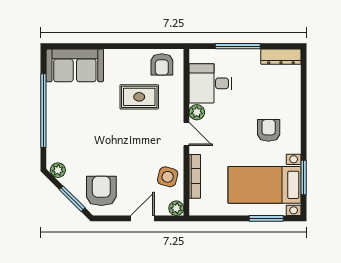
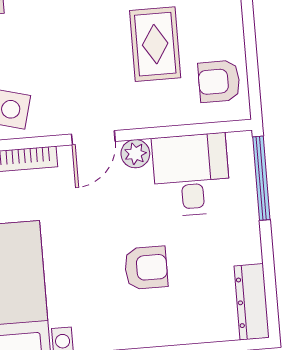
window: (238, 46) -> (261, 178), moved
armchair: (269, 130) -> (146, 268), moved

